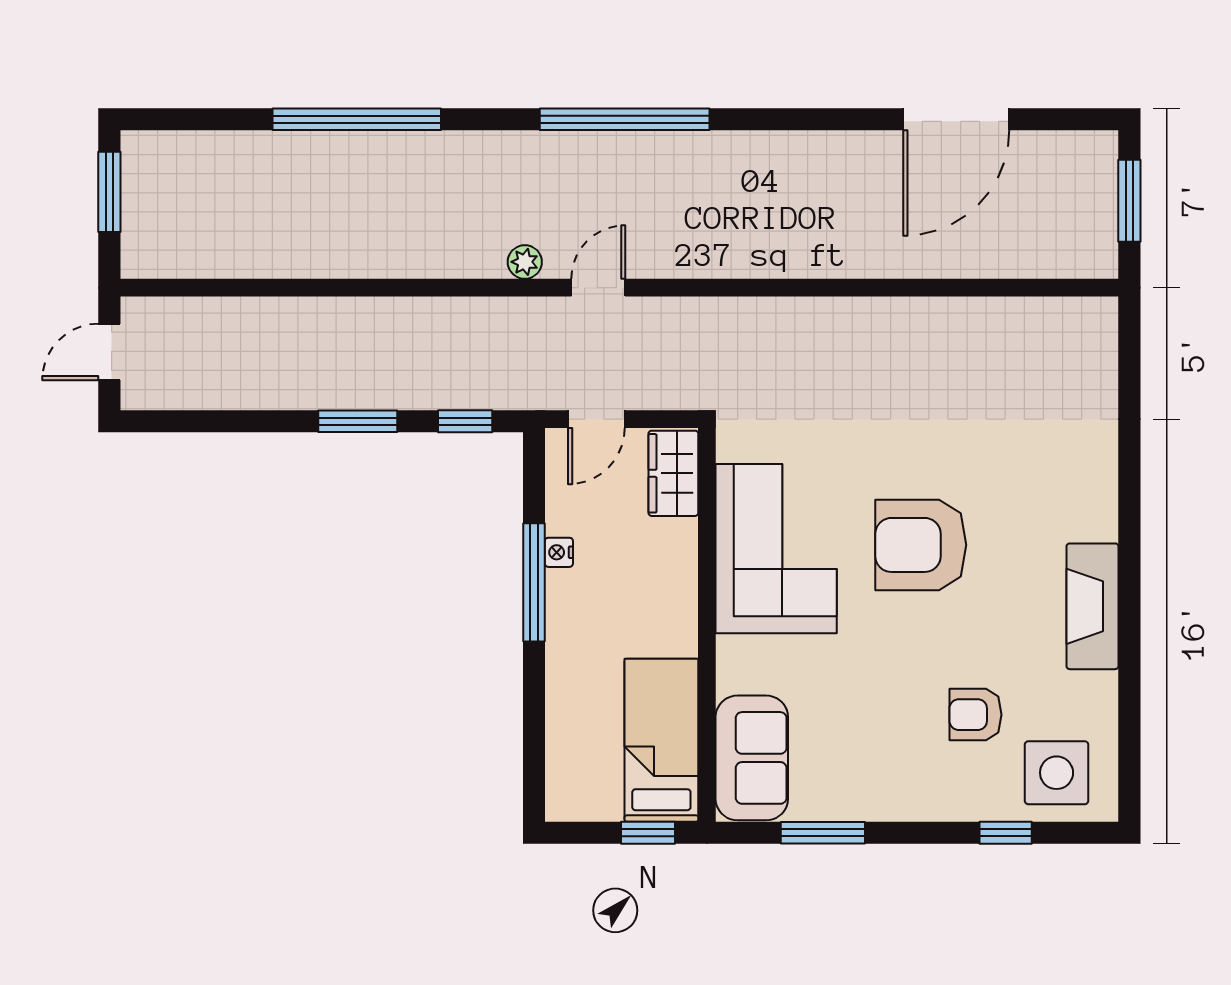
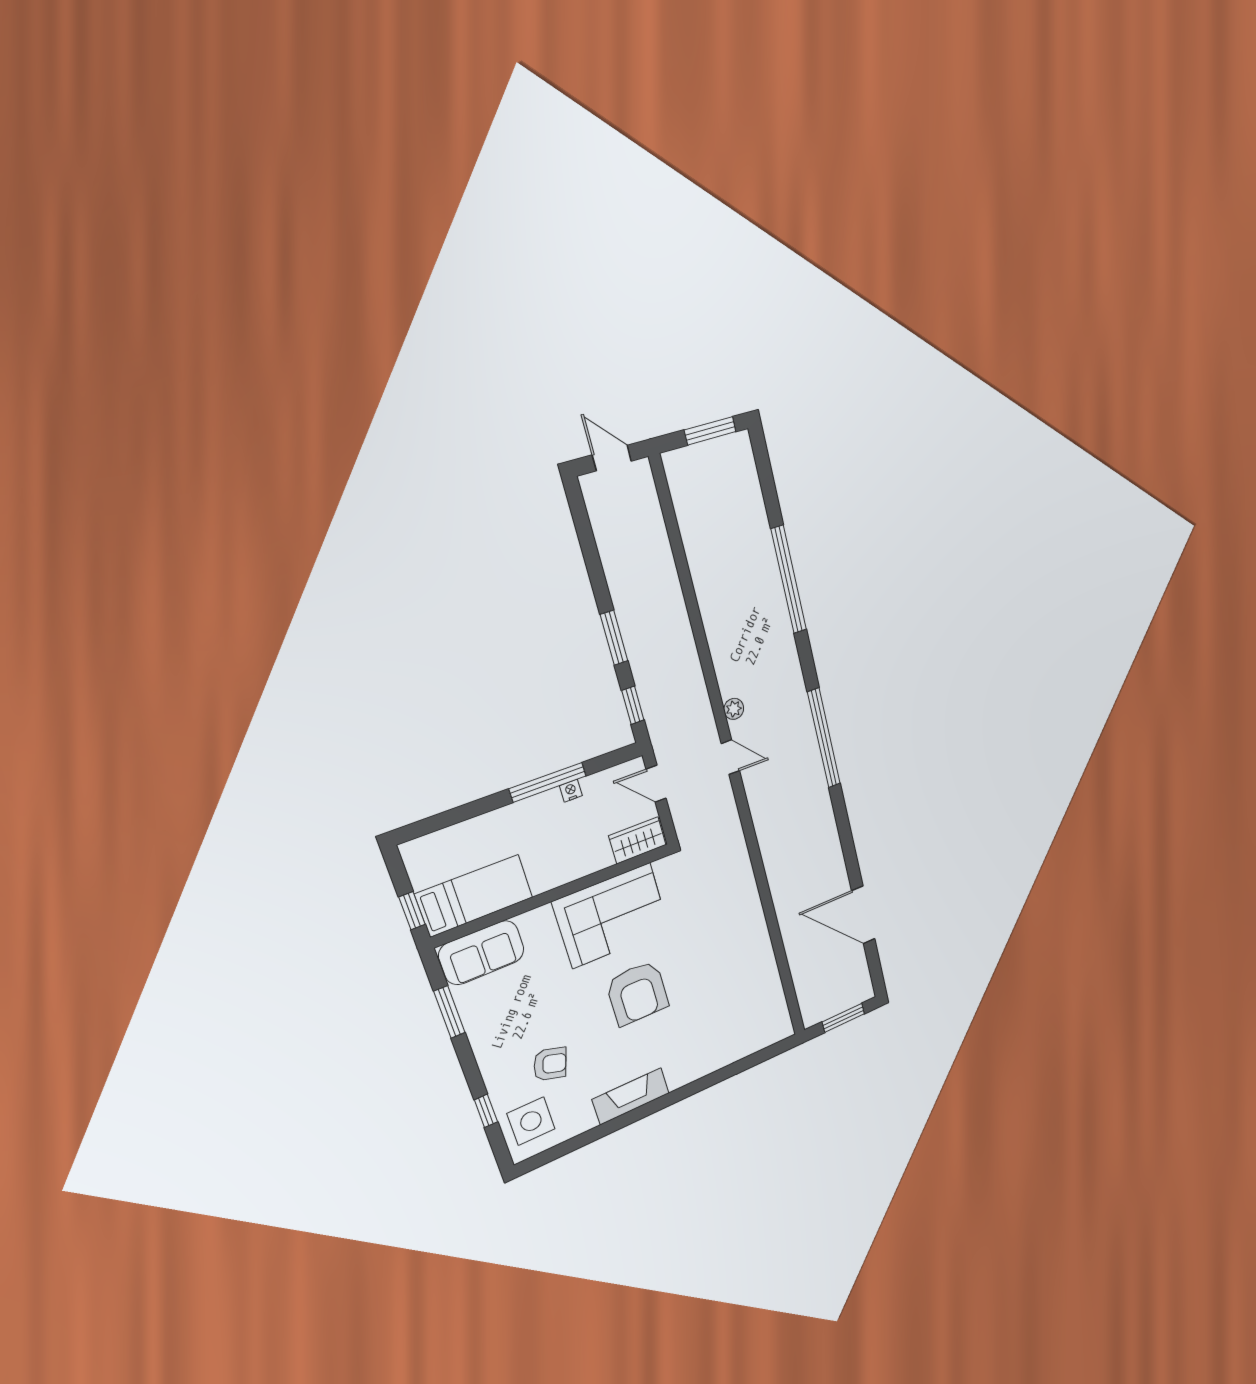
armchair: (921, 545) -> (637, 993), turned 180
armchair: (975, 715) -> (550, 1064), turned 107

